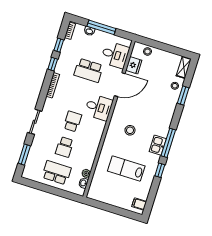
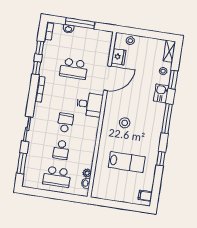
desk: (115, 55) -> (98, 49), removed
window: (168, 143) -> (167, 119), moved
kitchen sink: (158, 145) -> (161, 93), moved
lab bench: (126, 169) -> (127, 162), turned 180
school desk: (56, 173) -> (57, 177), turned 180

